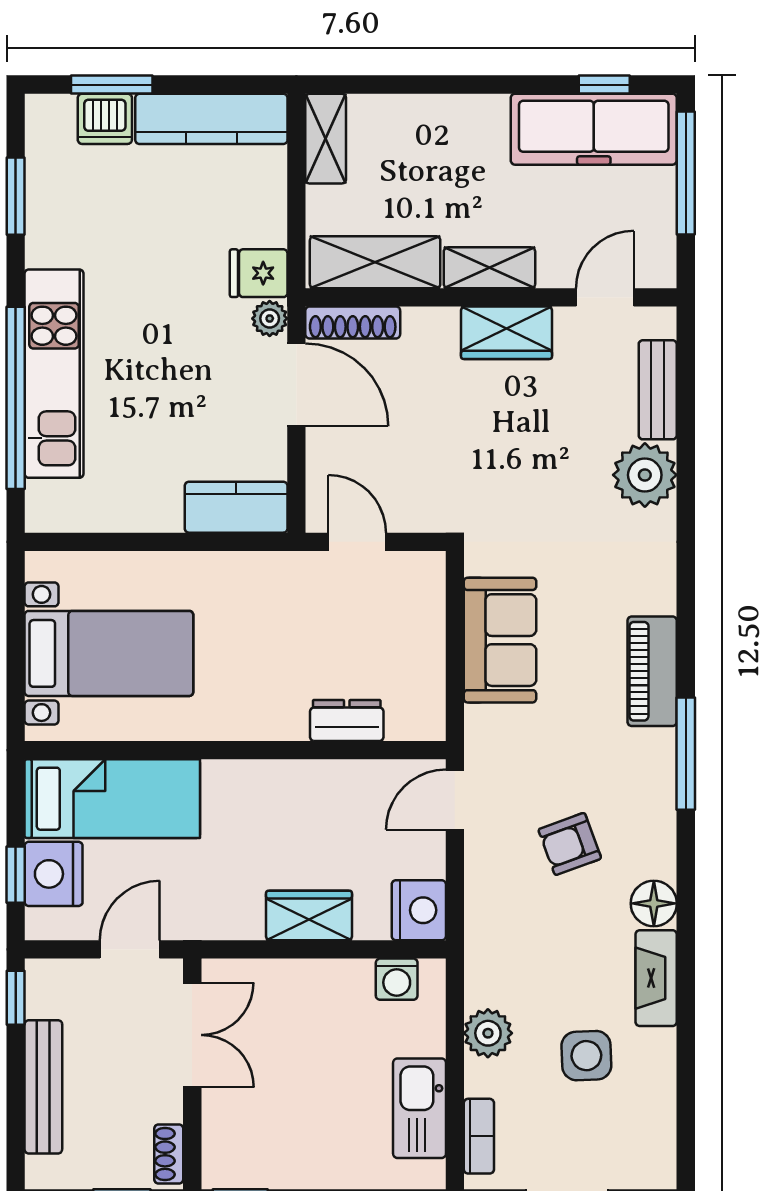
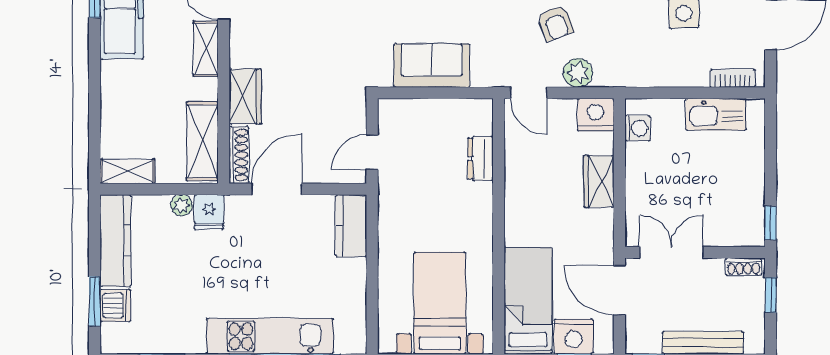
shelving: (489, 268) -> (206, 49), moved
plant: (270, 318) -> (182, 205), moved
wardrobe: (506, 333) -> (245, 96), moved
door: (130, 949) -> (619, 290), width x1.38
plant: (488, 1033) -> (578, 73), moved

